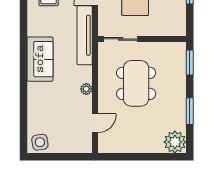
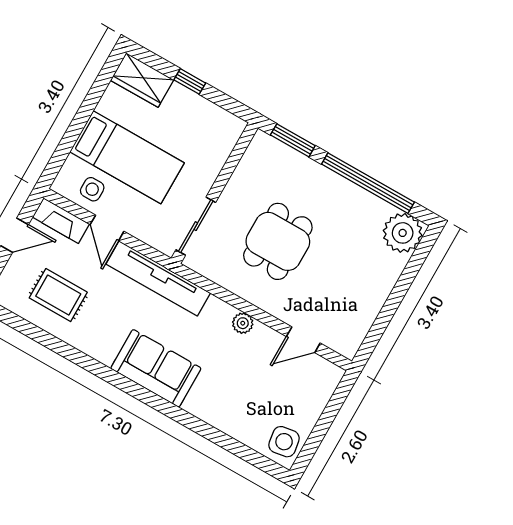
dining table: (136, 83) -> (278, 241), width x0.73
window: (190, 111) -> (368, 183), width x2.11
door: (95, 123) -> (303, 340), swing flipped

